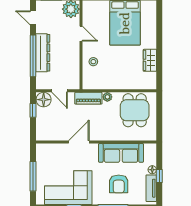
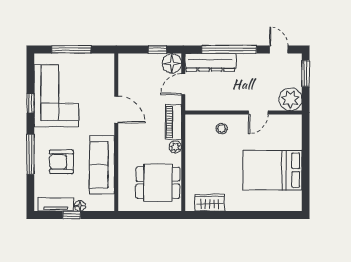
door: (33, 18) -> (279, 50), hinge flipped
dresser: (43, 53) -> (210, 62), moved
wardrobe: (150, 60) -> (210, 203), moved

